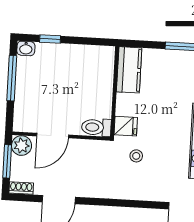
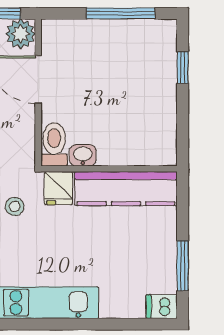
washbasin: (26, 48) -> (83, 155), moved, turned 90
kitchen counter: (129, 70) -> (126, 189), width x1.50

